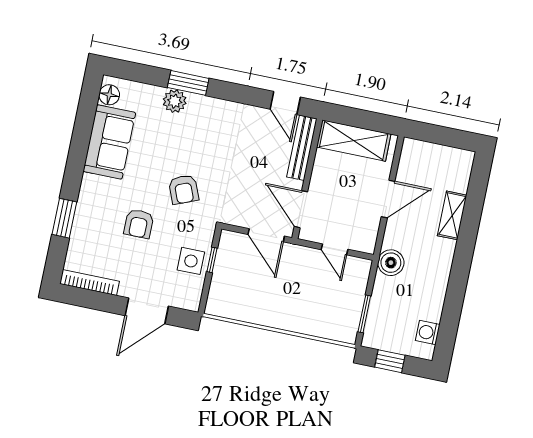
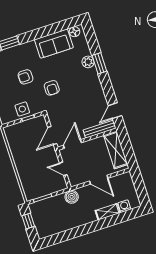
armchair: (184, 189) -> (52, 88), turned -68
door: (335, 249) -> (63, 169), hinge flipped
washing machine: (428, 332) -> (124, 206), moved

